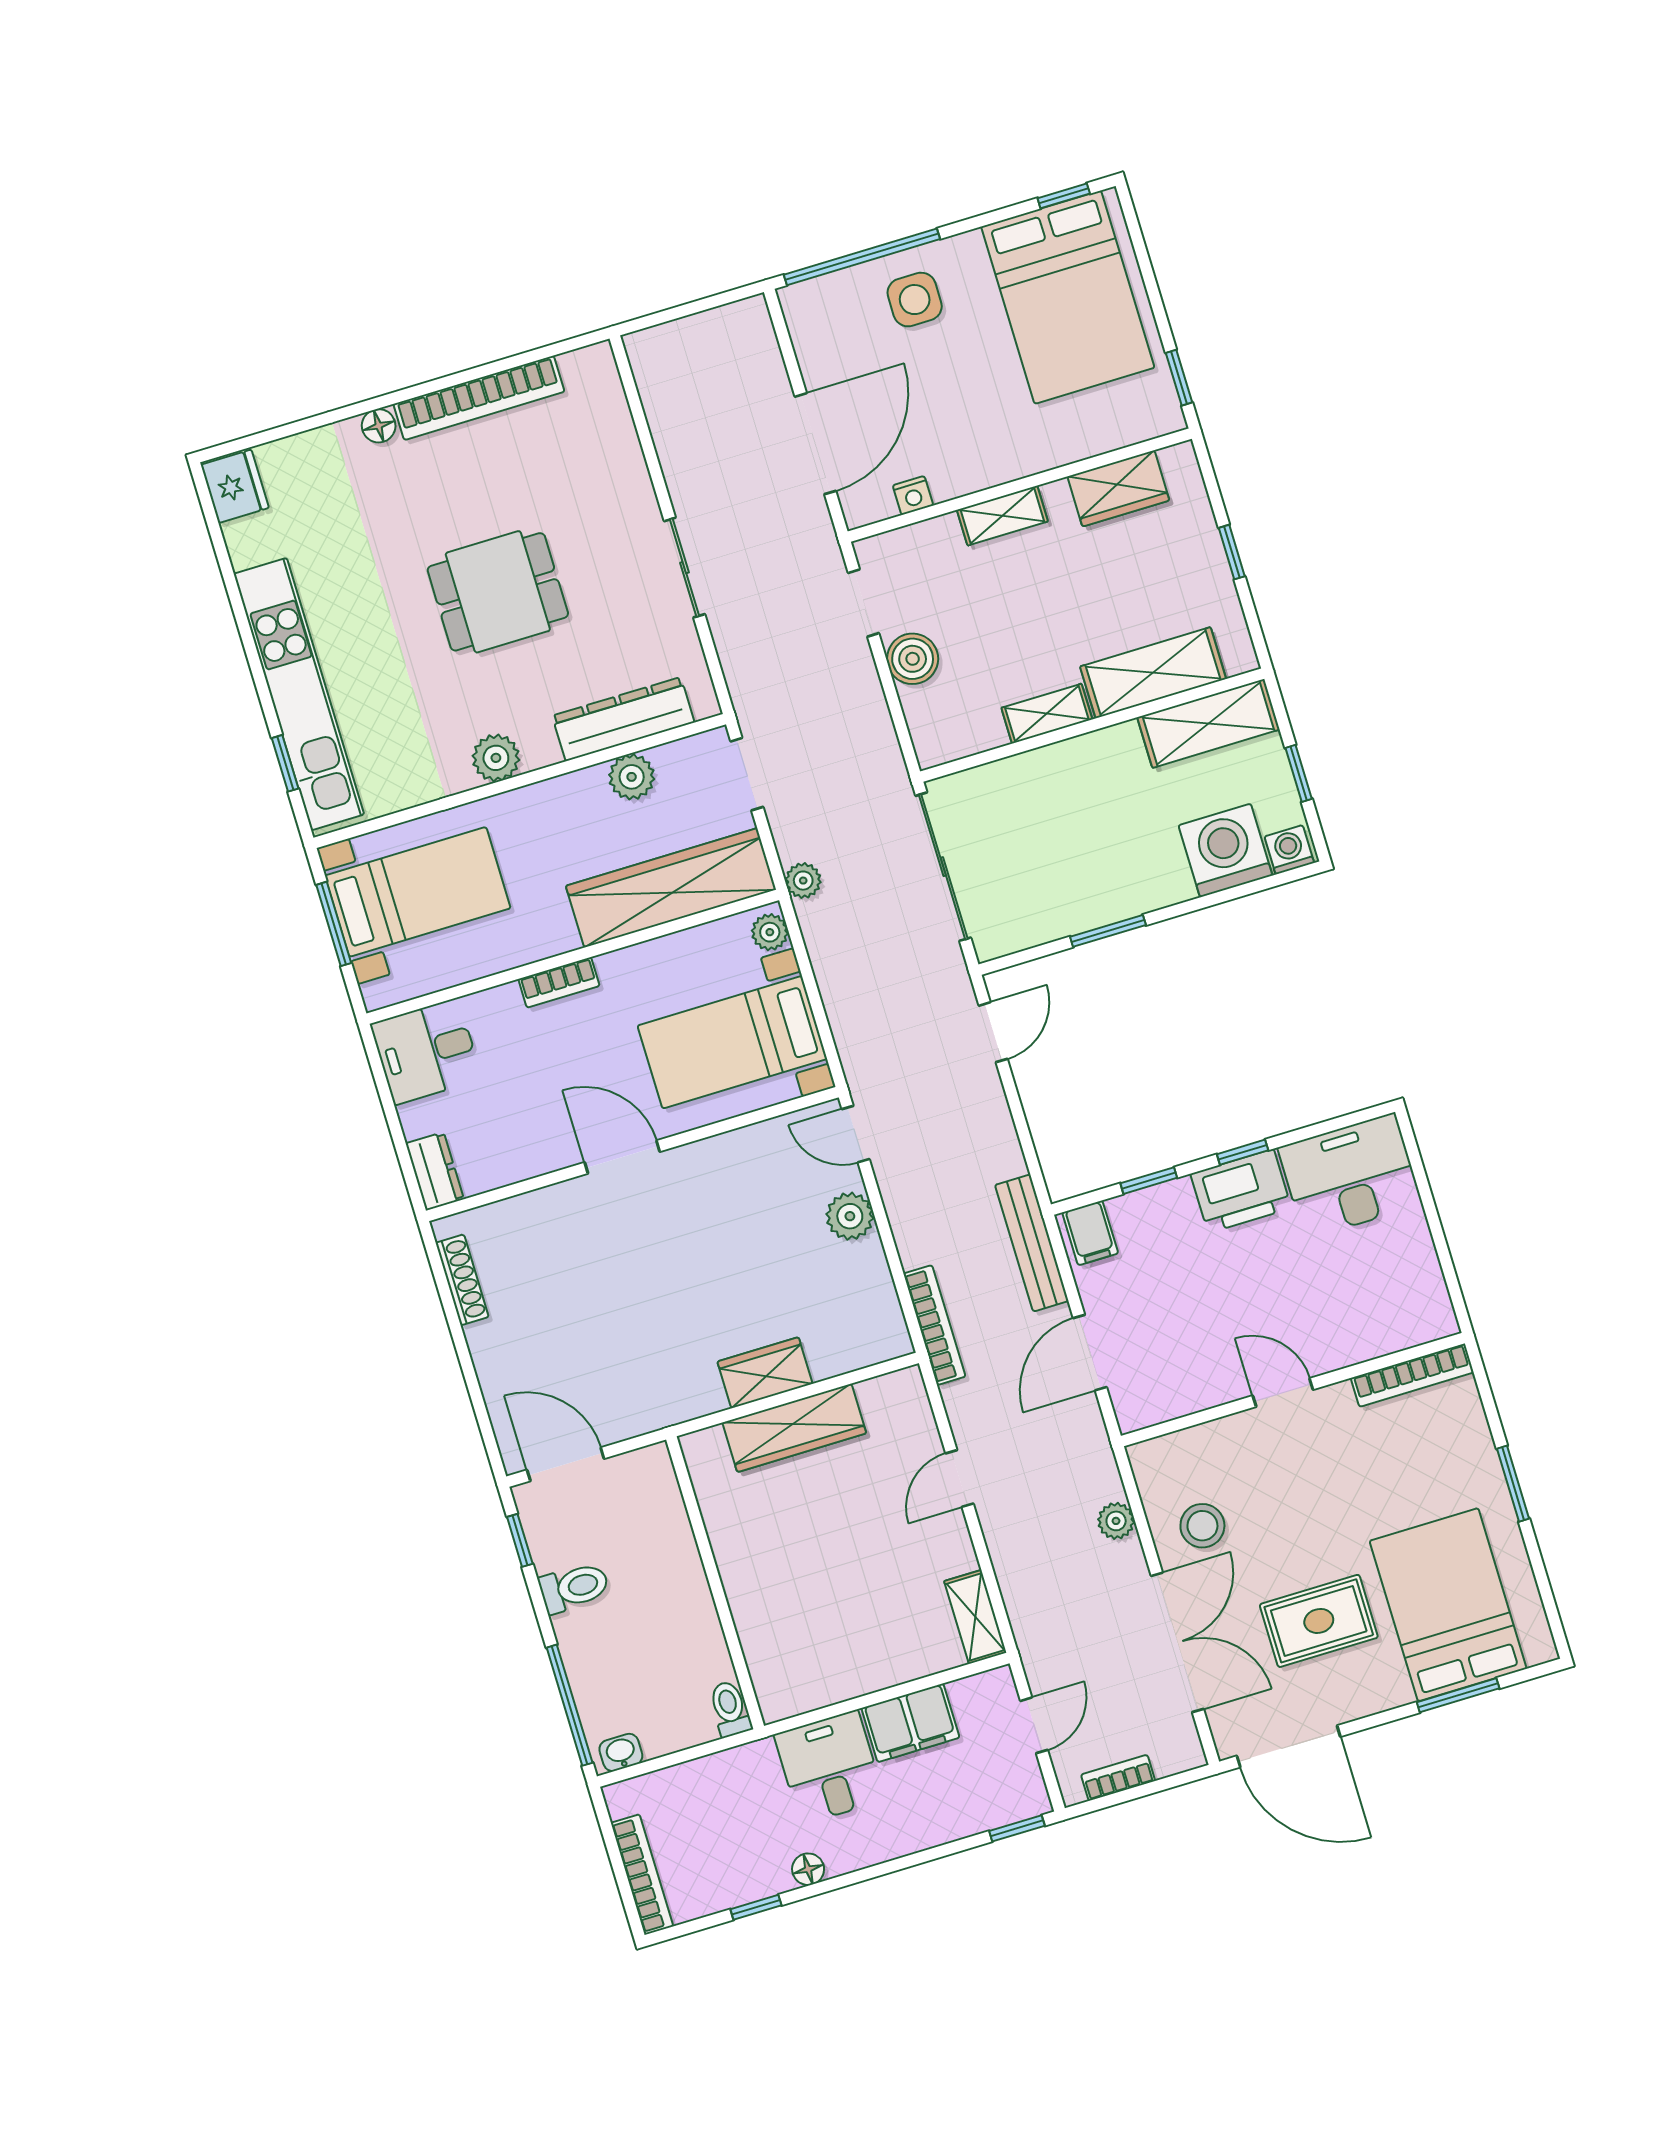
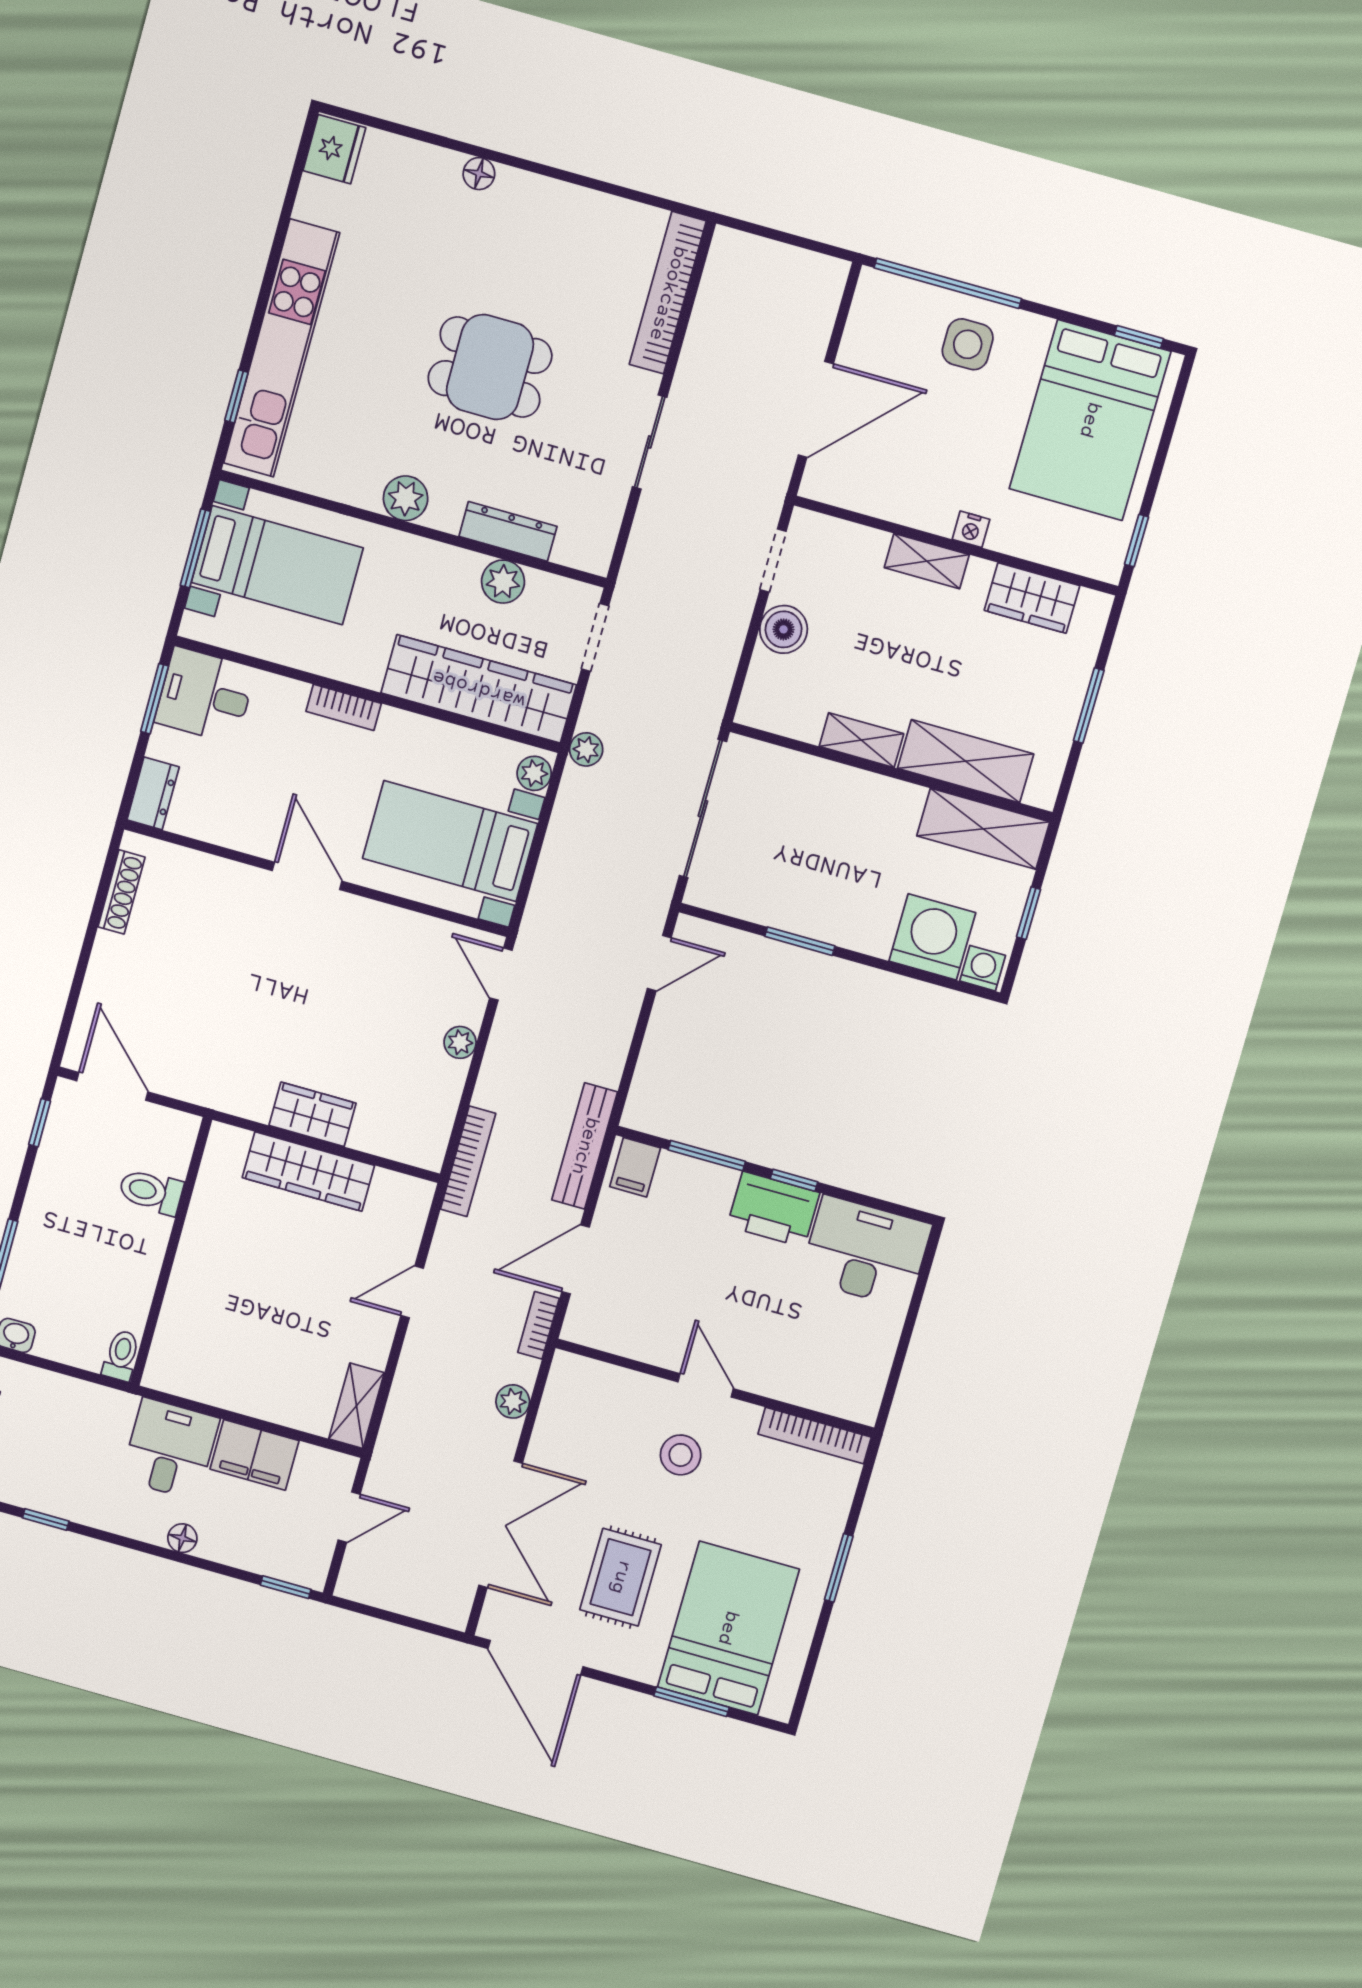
bookcase: (479, 398) -> (668, 293), moved, turned 90
nightstand: (913, 495) -> (971, 529), moved
window: (1232, 552) -> (1089, 705), width x1.50
dresser: (623, 719) -> (508, 531), width x0.73, depth x0.80
window: (382, 1084) -> (155, 699), added
window: (1149, 1181) -> (707, 1156), width x1.50
plant: (850, 1216) -> (460, 1042), width x0.73, depth x0.73
stool: (1202, 1526) -> (681, 1455), moved
toilet: (574, 1587) -> (151, 1192), moved, turned 180
rug: (1319, 1621) -> (621, 1577), turned 90
bookcase: (1118, 1778) -> (538, 1325), moved, turned -90
floor lamp: (808, 1869) -> (182, 1538), moved

